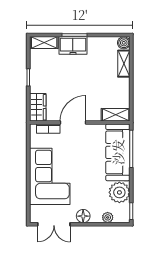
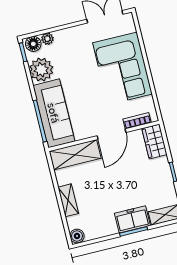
shelving: (124, 64) -> (68, 200), moved
shelving: (116, 115) -> (75, 155), width x1.50, depth x1.33
floor lamp: (83, 216) -> (33, 44), moved

